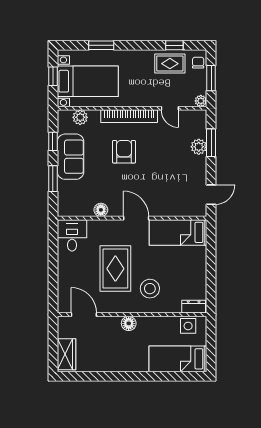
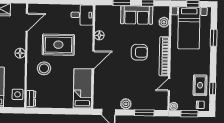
plant: (199, 147) -> (126, 104), moved

